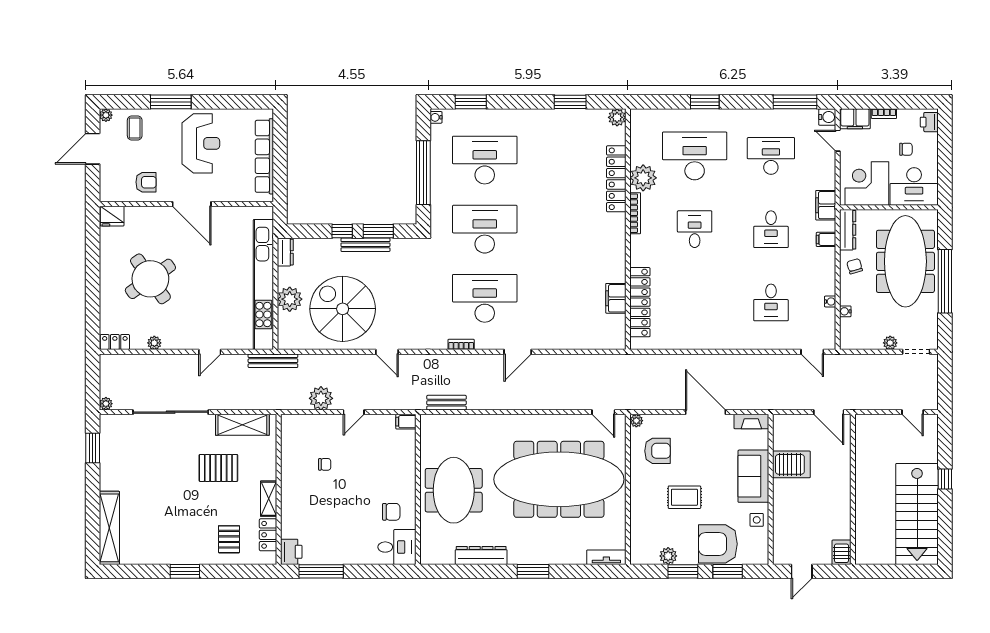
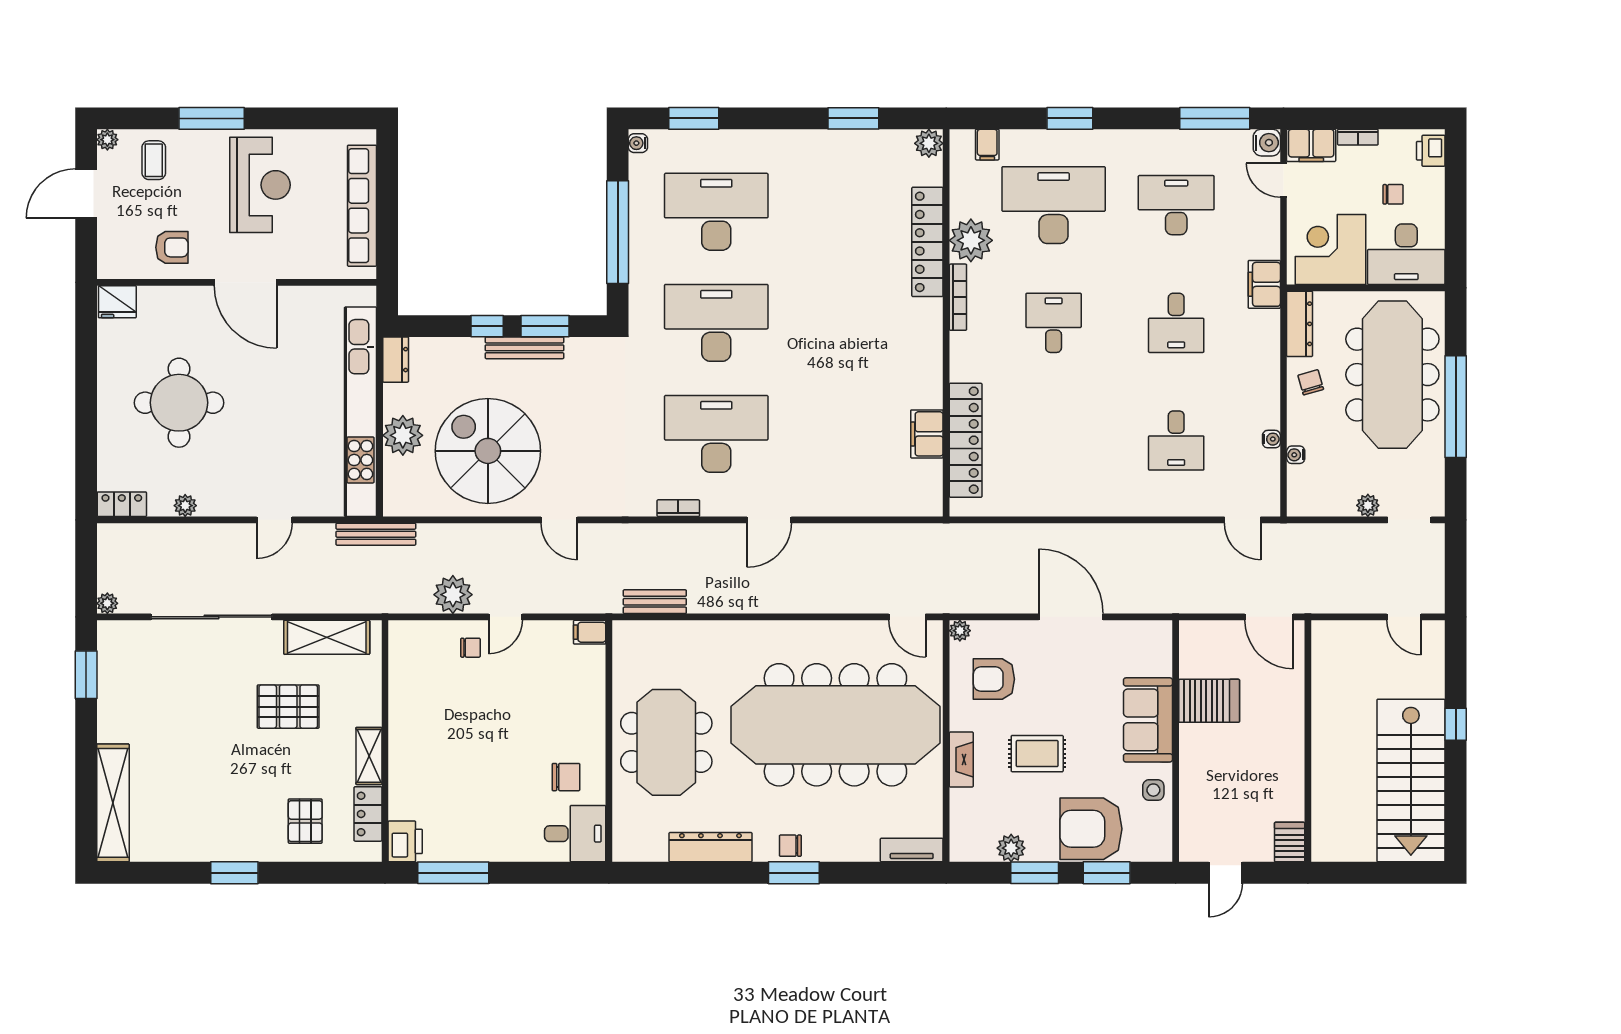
filing cabinet: (826, 239) -> (987, 145), moved, turned -90
round table: (150, 279) -> (179, 403), turned 35
fireplace: (751, 422) -> (961, 760), moved, turned -90
armchair: (657, 451) -> (994, 679), turned 180
chair: (325, 464) -> (470, 648), moved
chair: (531, 554) -> (790, 846), added

